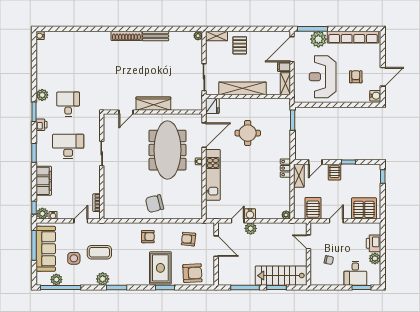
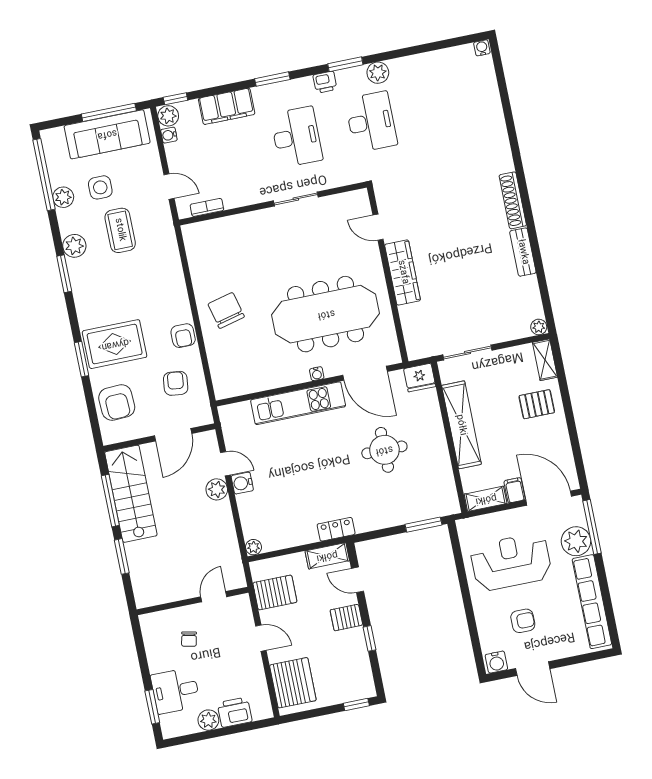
desk: (68, 104) -> (371, 122), width x1.37
armchair: (148, 237) -> (183, 336), moved
stairs: (281, 276) -> (131, 494), moved
plant: (56, 280) -> (63, 197), moved

